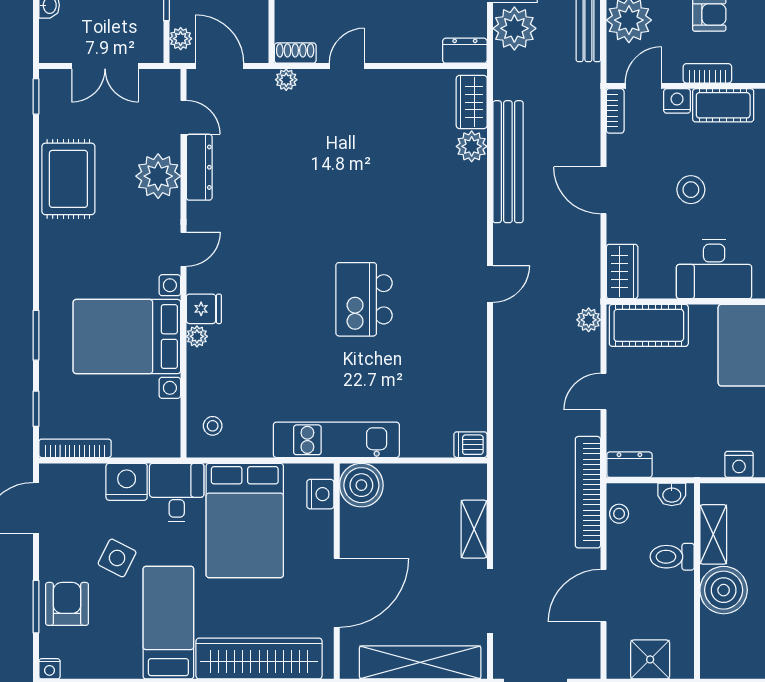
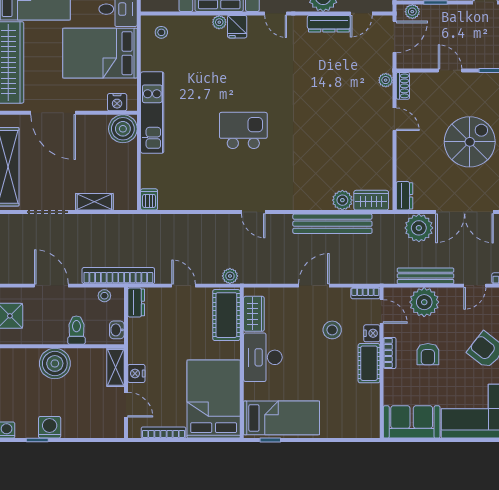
stool: (691, 190) -> (332, 330), moved
wardrobe: (622, 272) -> (254, 314), moved, turned -90
shelving: (713, 534) -> (116, 367), moved, turned 90

